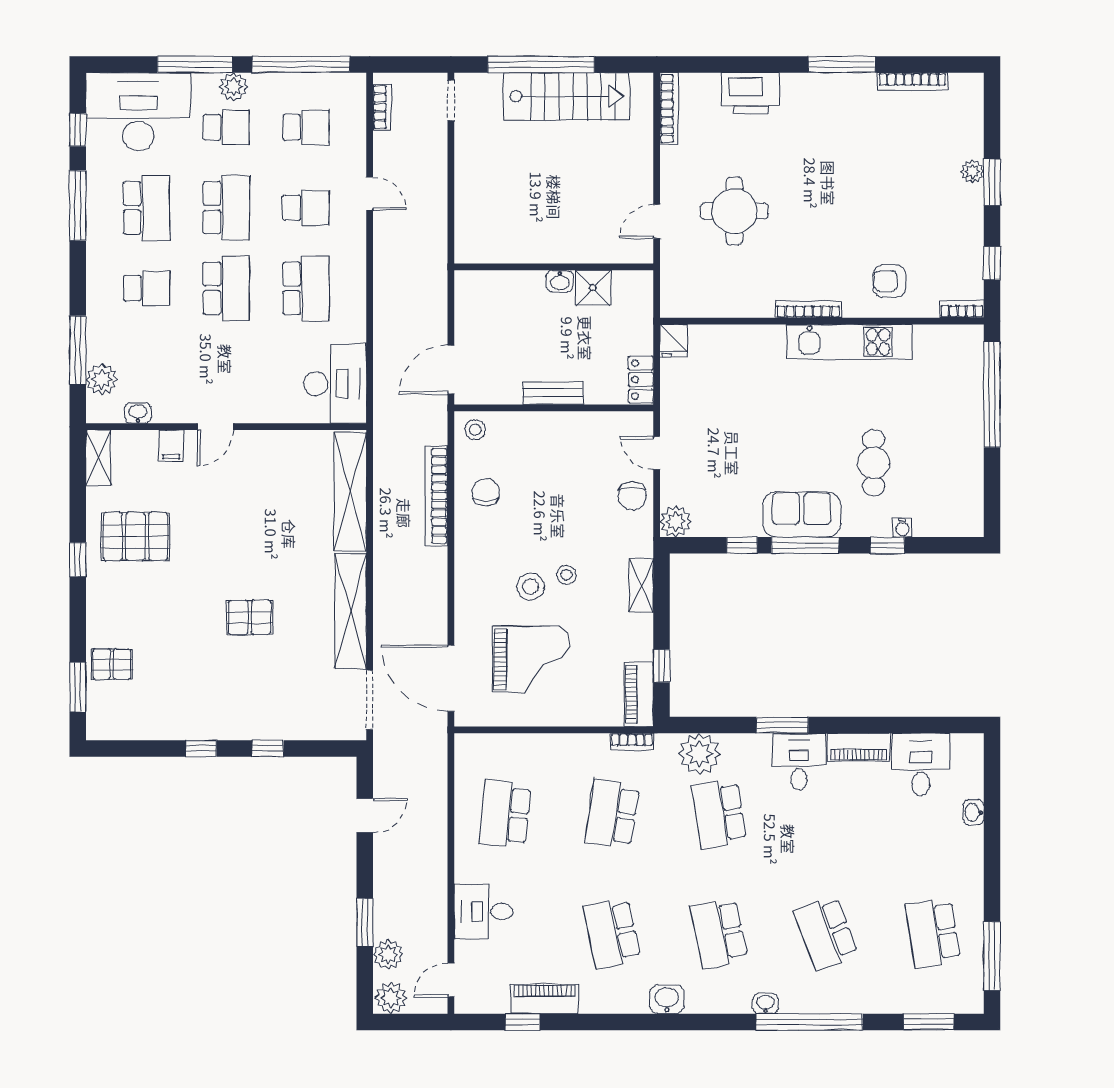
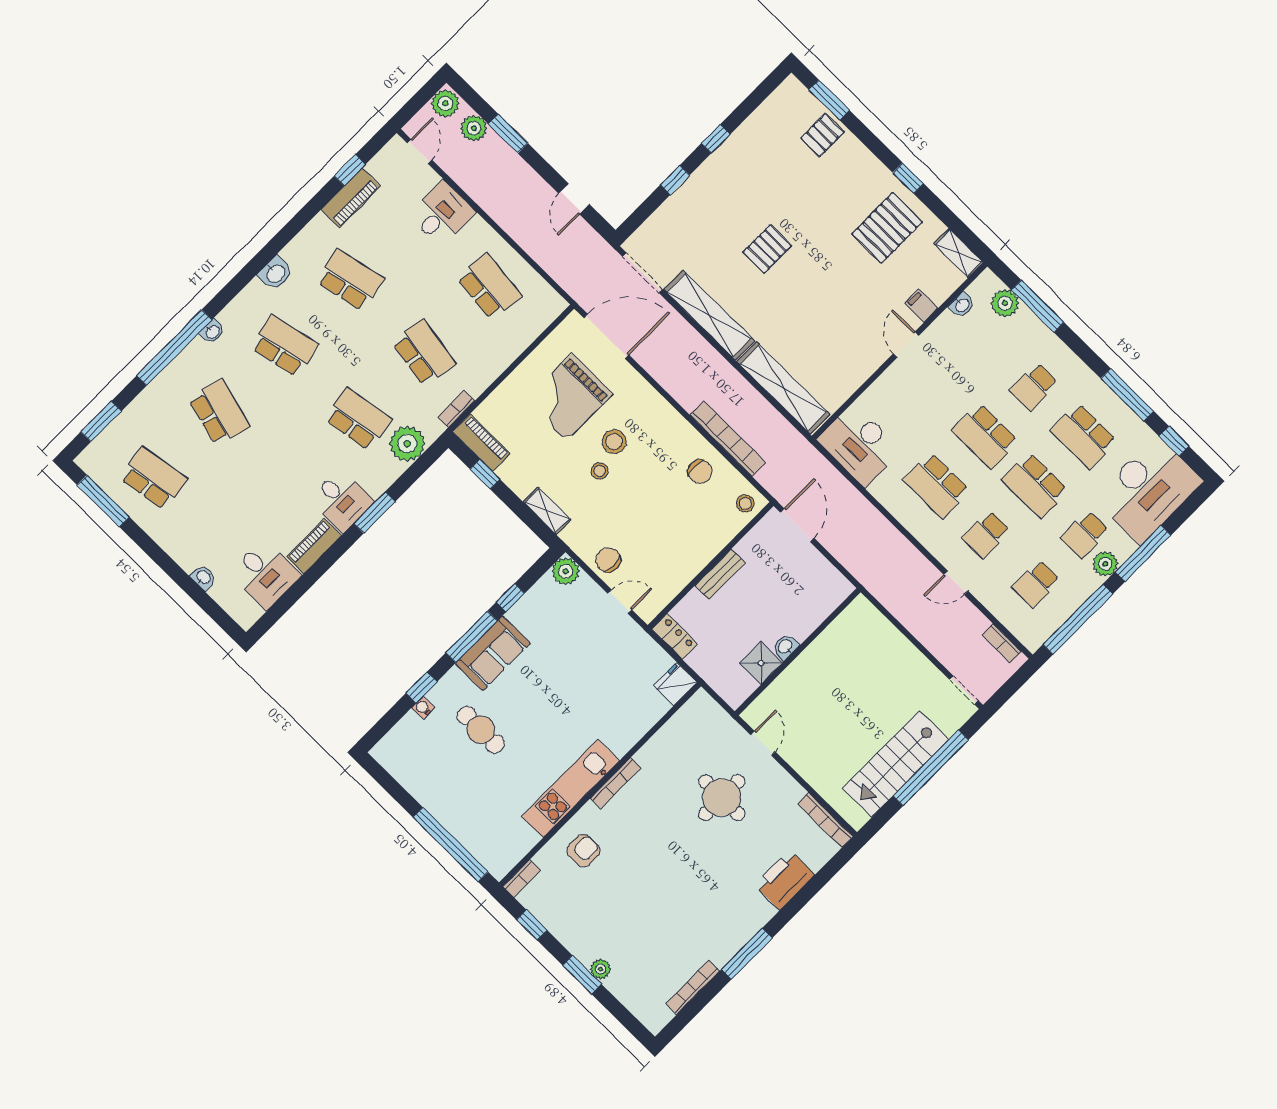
fridge: (674, 341) -> (675, 684), width x1.38
school desk: (826, 933) -> (219, 412), turned 36

